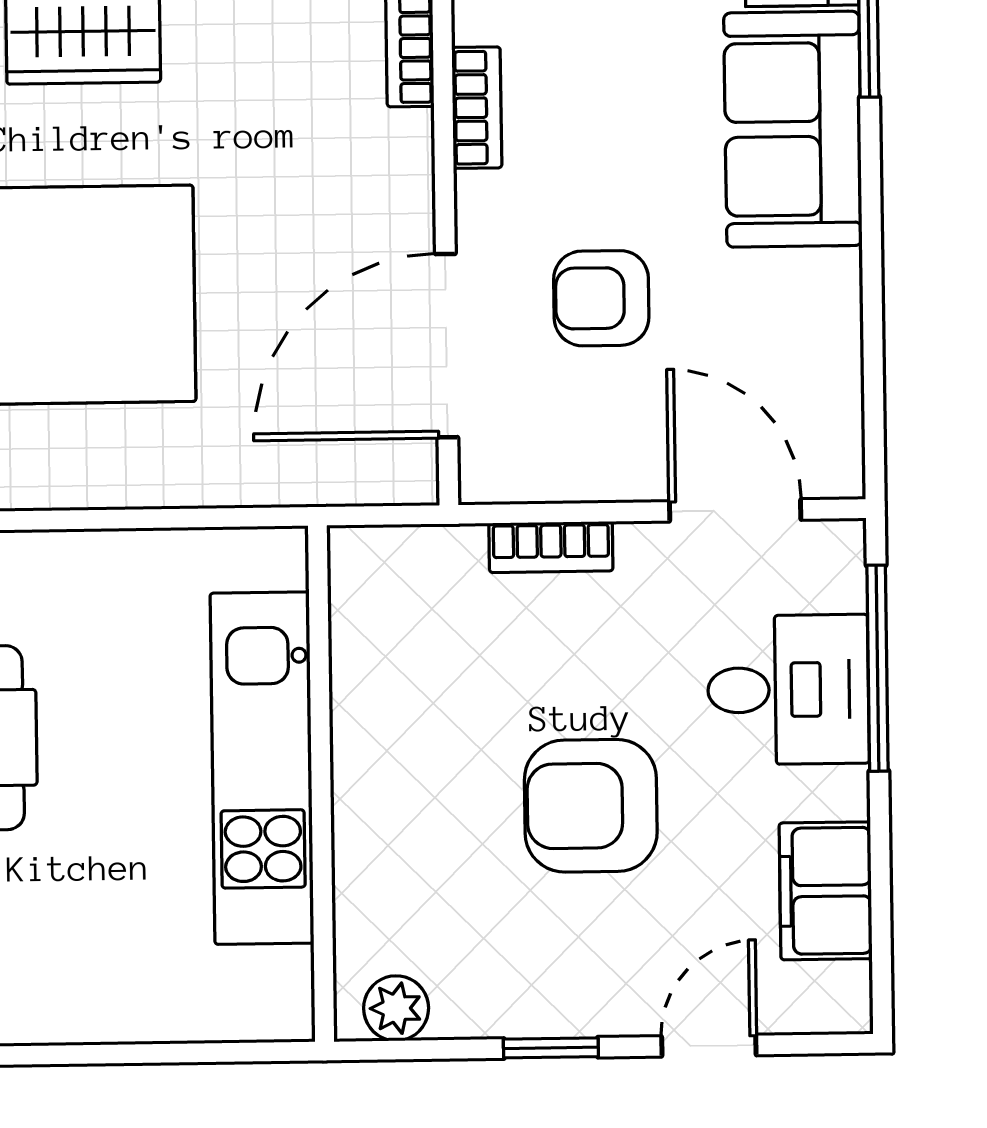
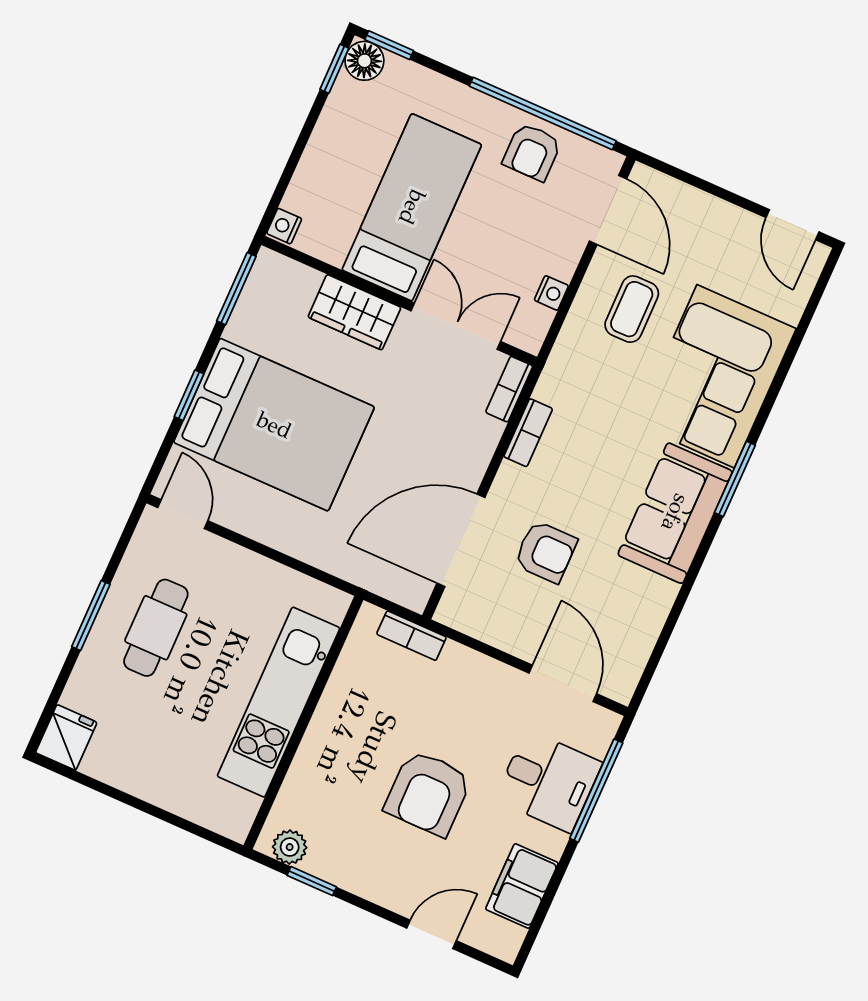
armchair: (601, 298) -> (546, 552), turned 180
bookcase: (551, 547) -> (411, 636), moved
armchair: (591, 806) -> (428, 793), turned -90
window: (551, 1048) -> (312, 881), moved

